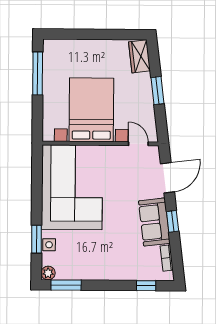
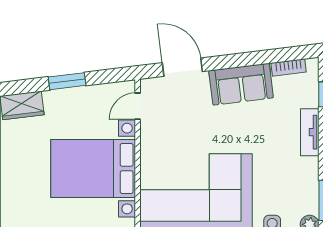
window: (173, 221) -> (240, 60), removed
tv unit: (118, 274) -> (310, 132), added

